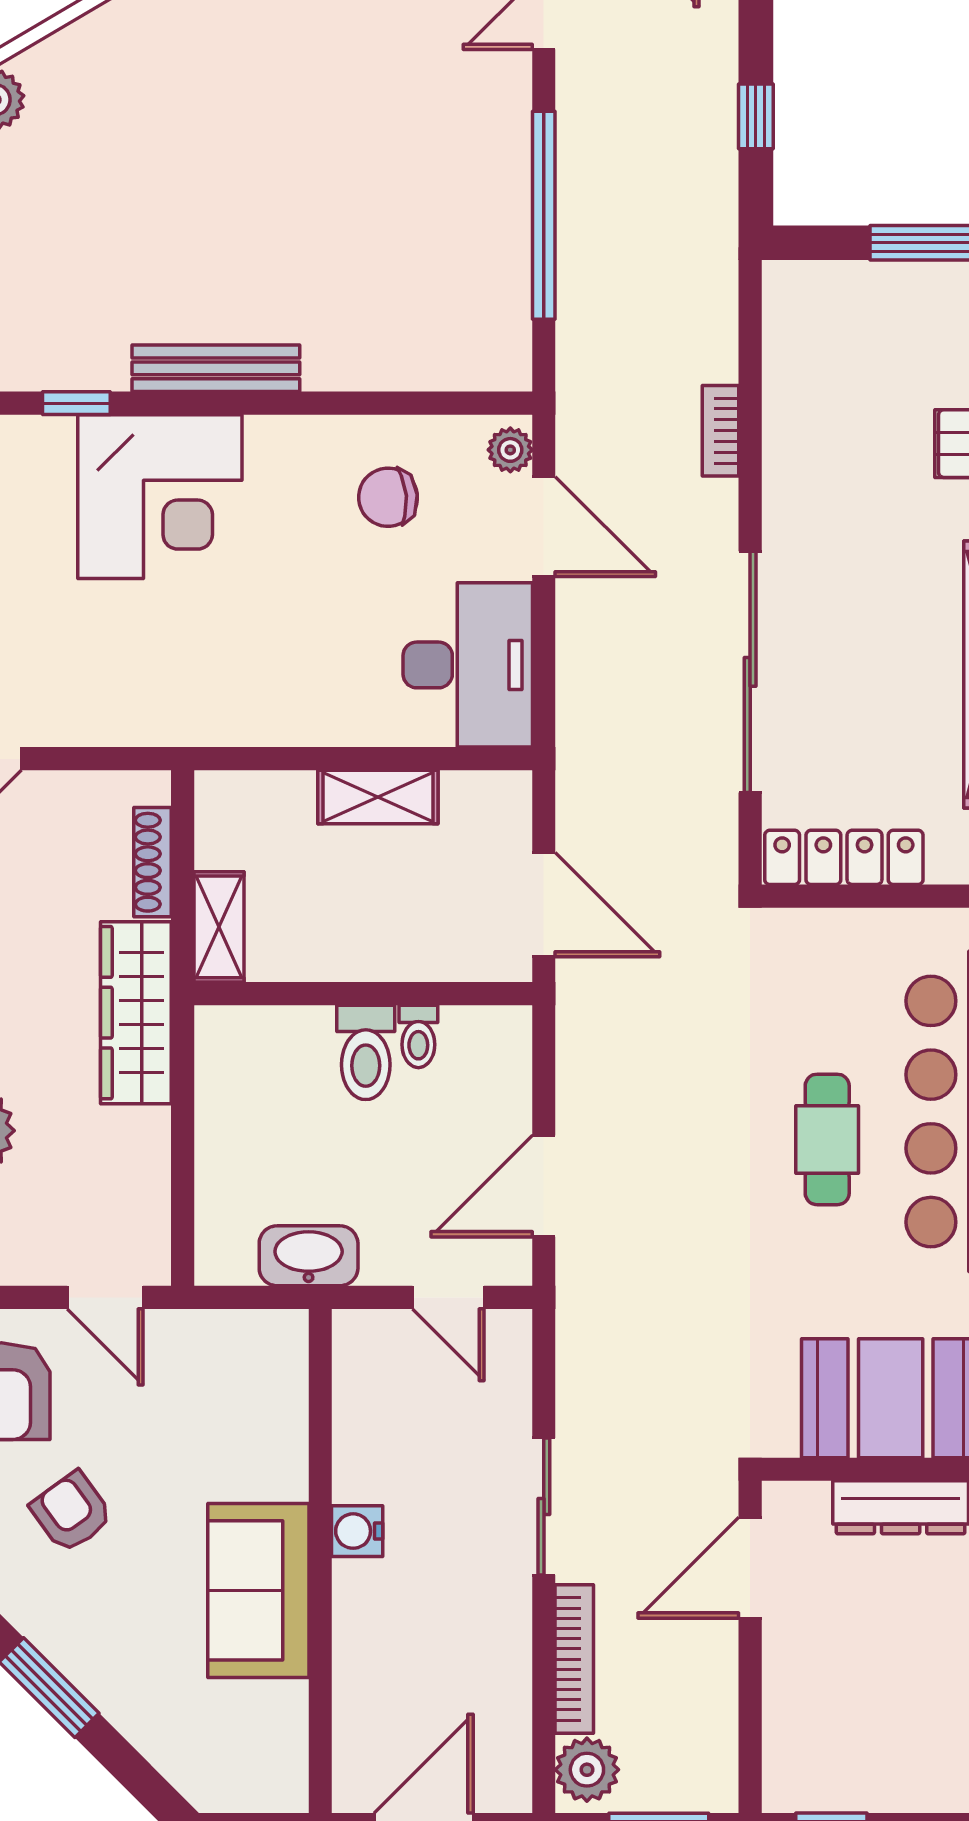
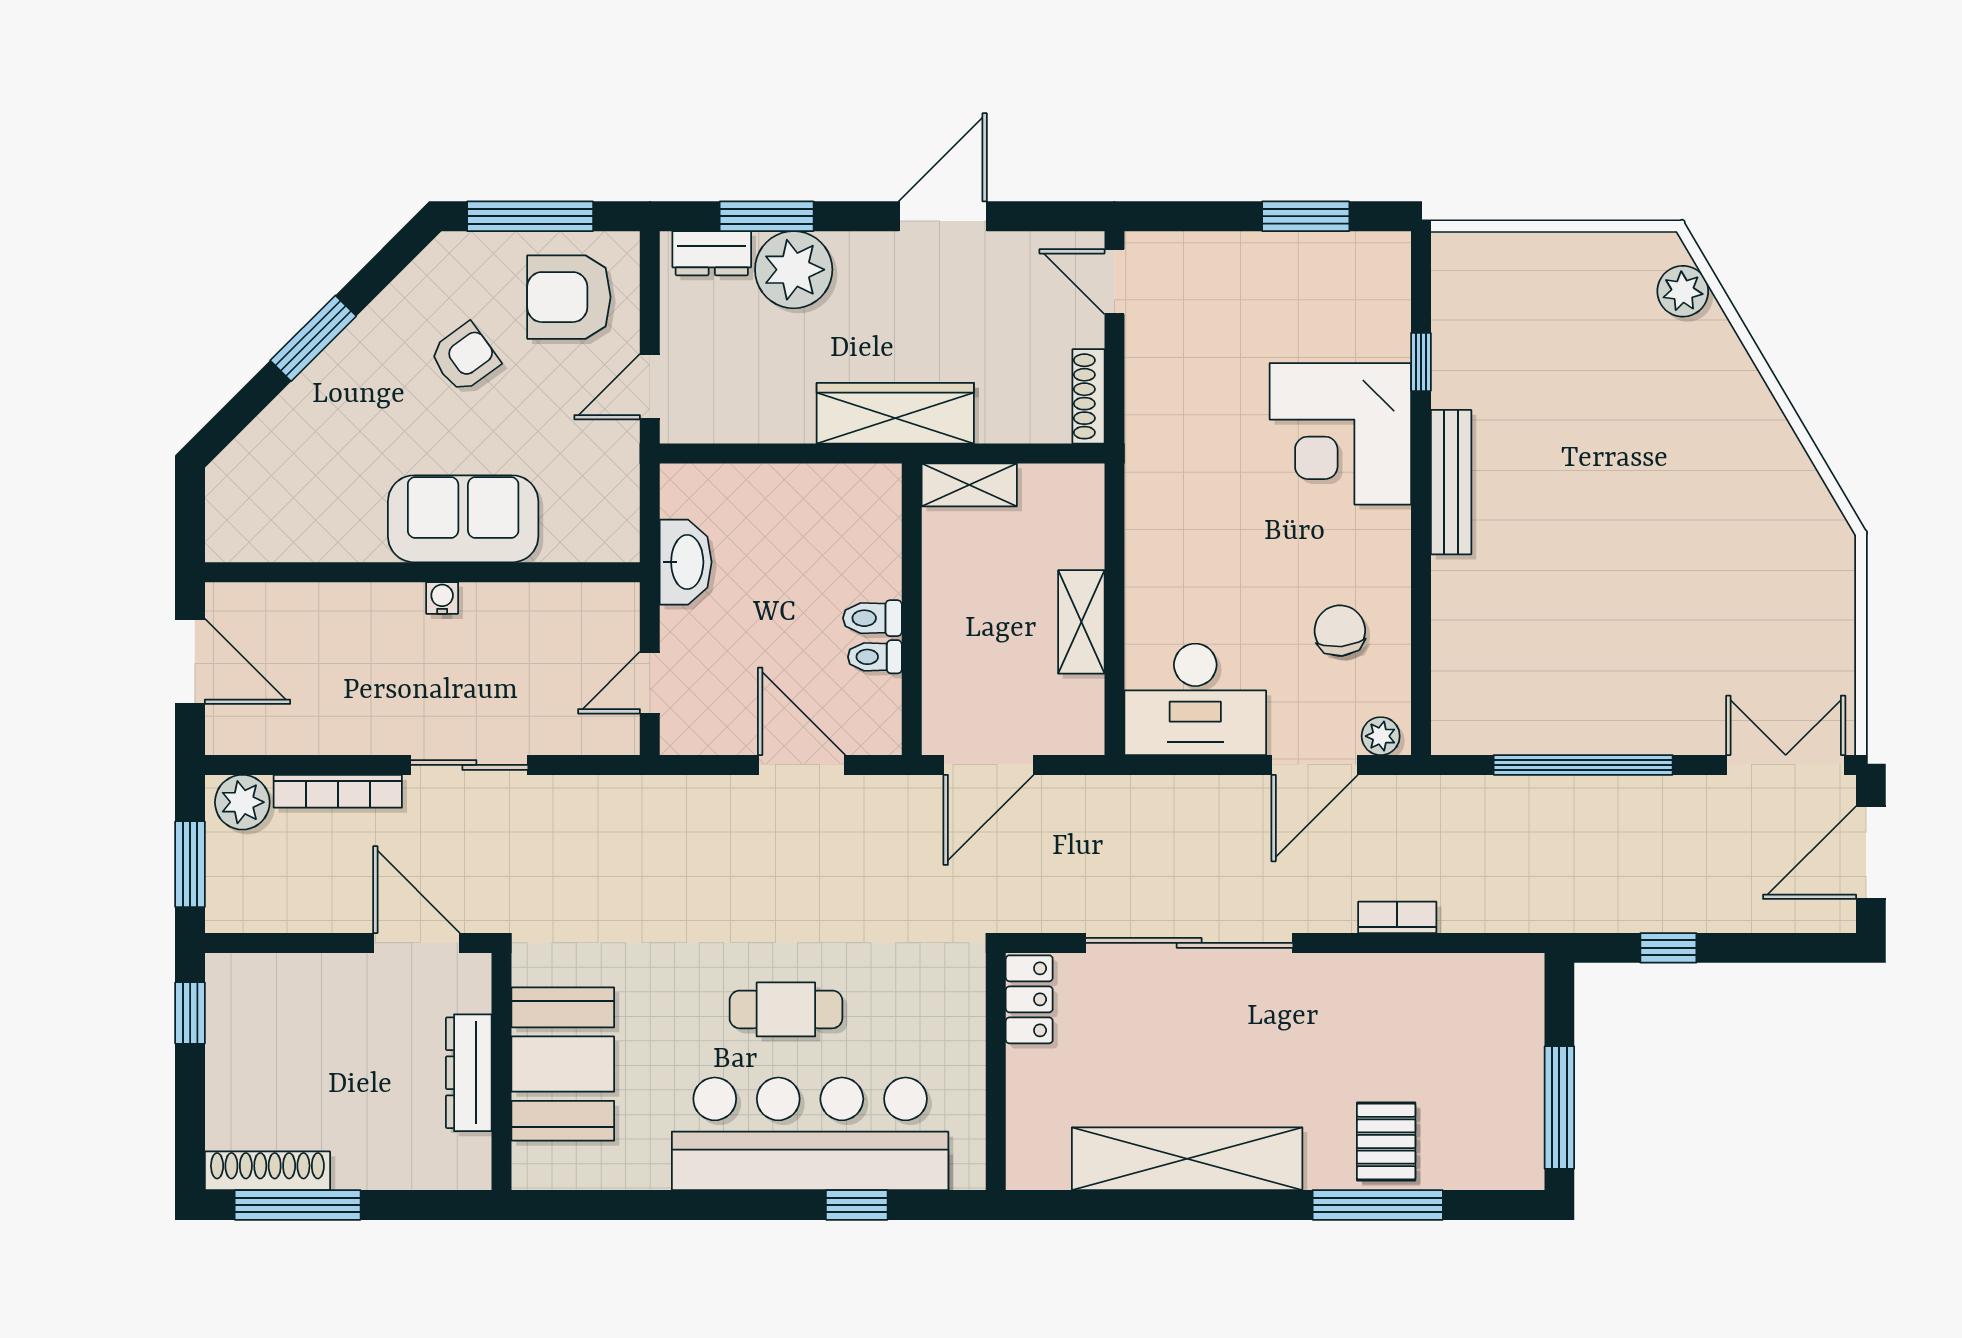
locker: (844, 857) -> (1029, 999), width x0.66
shoe rack: (153, 862) -> (1089, 396), moved, turned -90
toilet: (366, 1052) -> (872, 618), width x0.73, depth x0.72
door: (544, 1186) -> (802, 765), moved
water cooler: (357, 1531) -> (442, 598), width x0.72, depth x0.72
sofa: (258, 1590) -> (463, 519), moved

